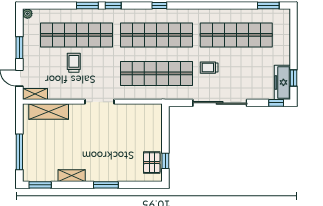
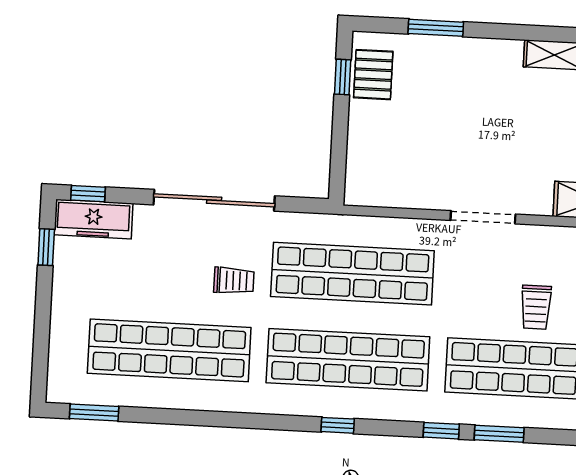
freezer: (282, 82) -> (93, 219), moved, turned 90
window: (106, 185) -> (436, 28), moved

